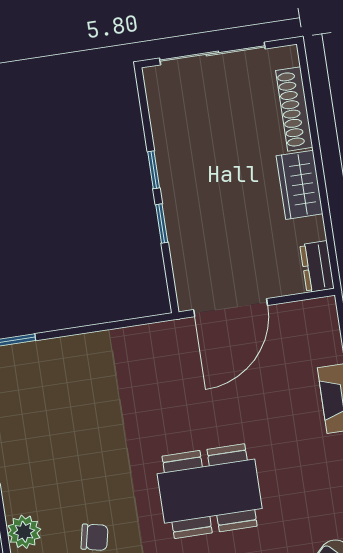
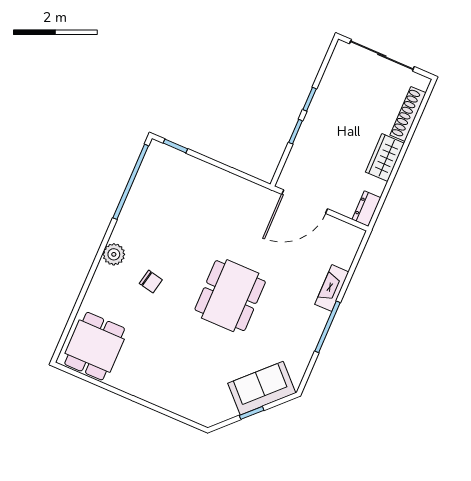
dining table: (210, 491) -> (230, 296), turned 90

